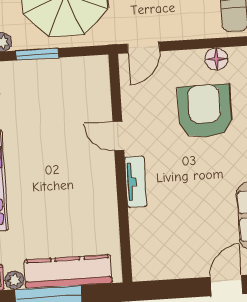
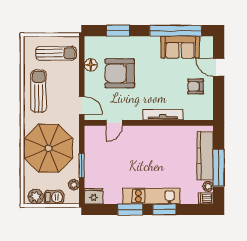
door: (118, 136) -> (114, 123), moved
tv unit: (136, 182) -> (163, 115), width x1.41
armchair: (190, 247) -> (196, 86), added

